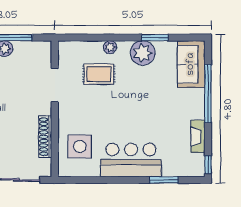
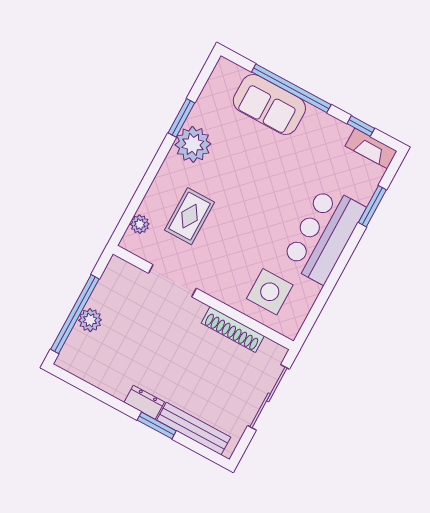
plant: (110, 47) -> (140, 224), moved
sofa: (191, 64) -> (269, 104), moved
fireplace: (198, 136) -> (371, 148), moved
window: (208, 165) -> (361, 126), moved

